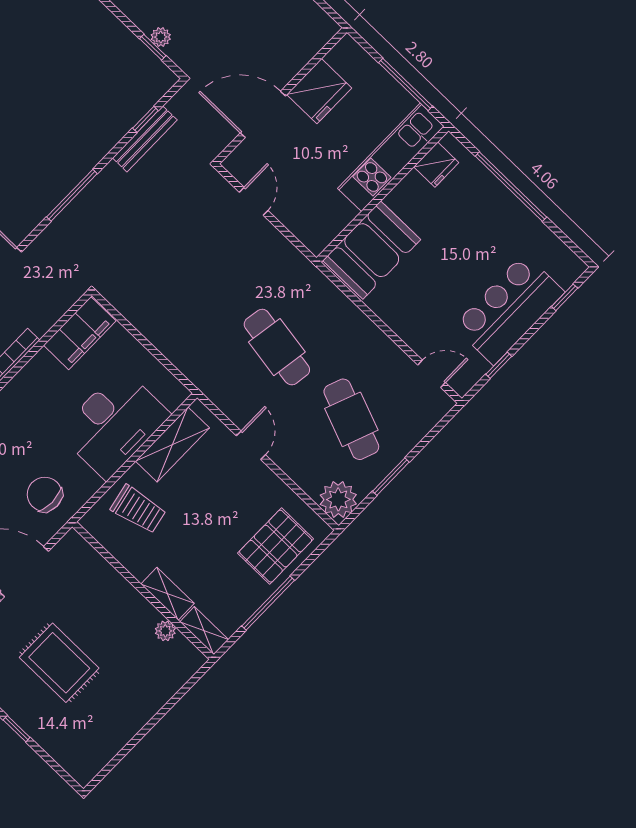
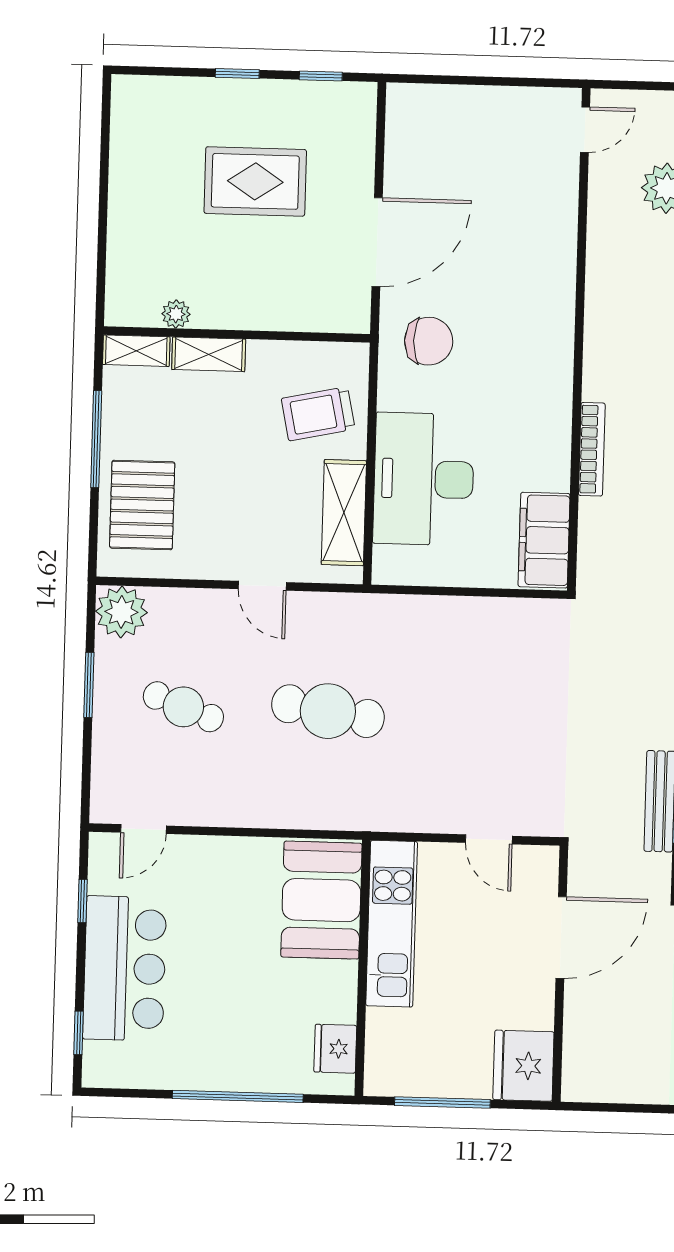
fridge: (319, 91) -> (523, 1066), moved
kitchen unit: (391, 157) -> (392, 924), moved
cafe table: (351, 419) -> (183, 707), width x0.73, depth x0.74

